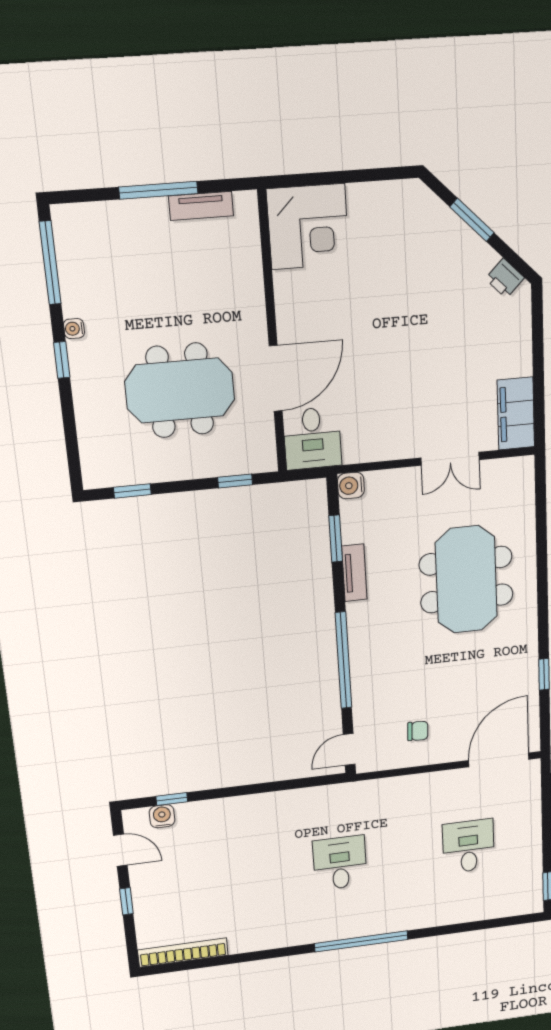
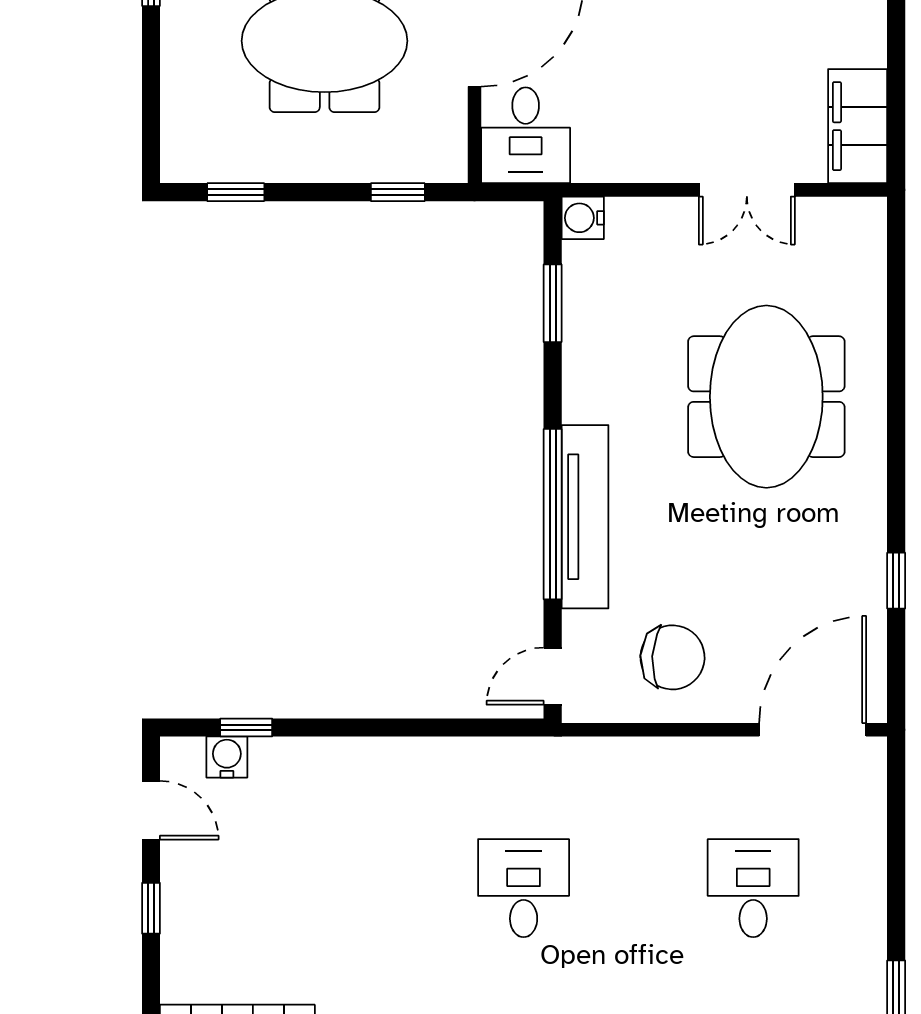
tv unit: (354, 573) -> (585, 517), moved, width x1.92, depth x1.29
chair: (418, 731) -> (673, 657), width x1.87, depth x1.87

